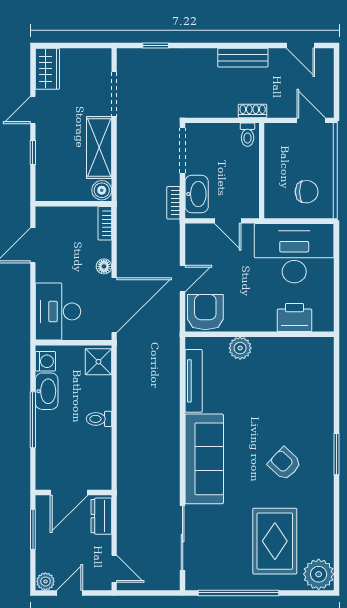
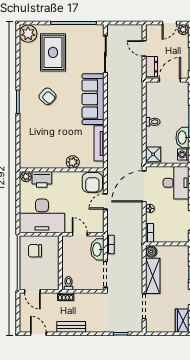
plant: (322, 323) -> (26, 176), added
door: (114, 569) -> (144, 48), moved

